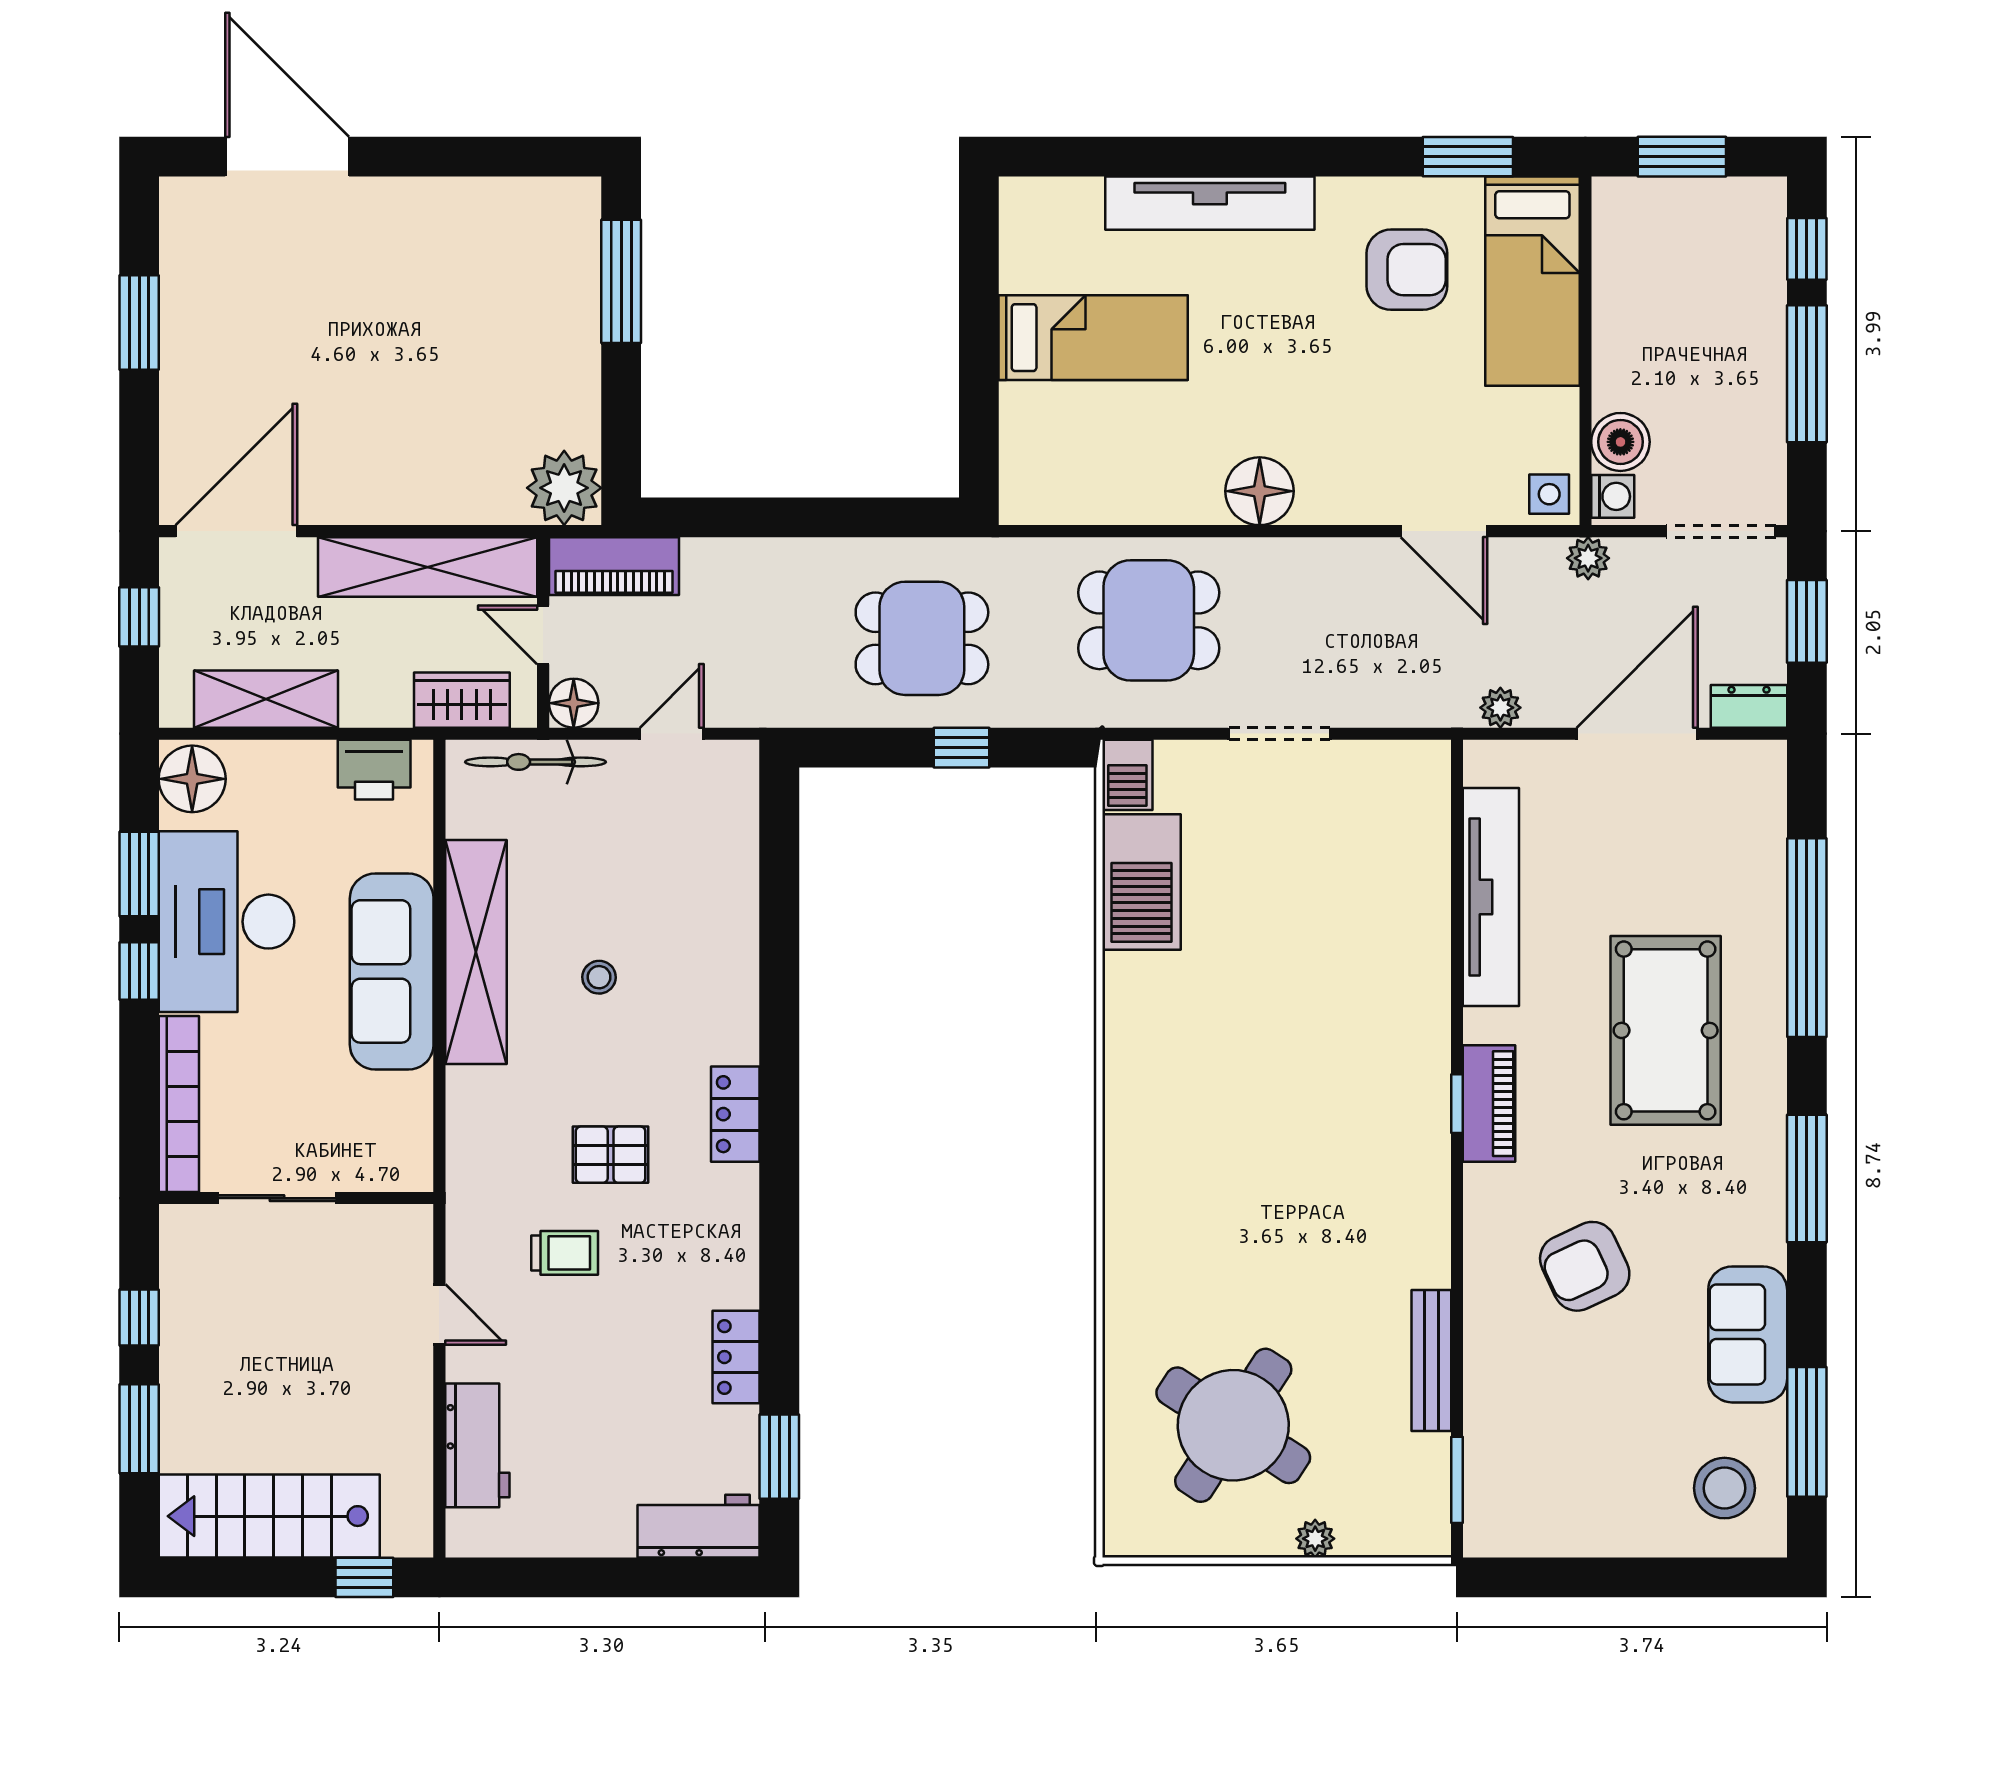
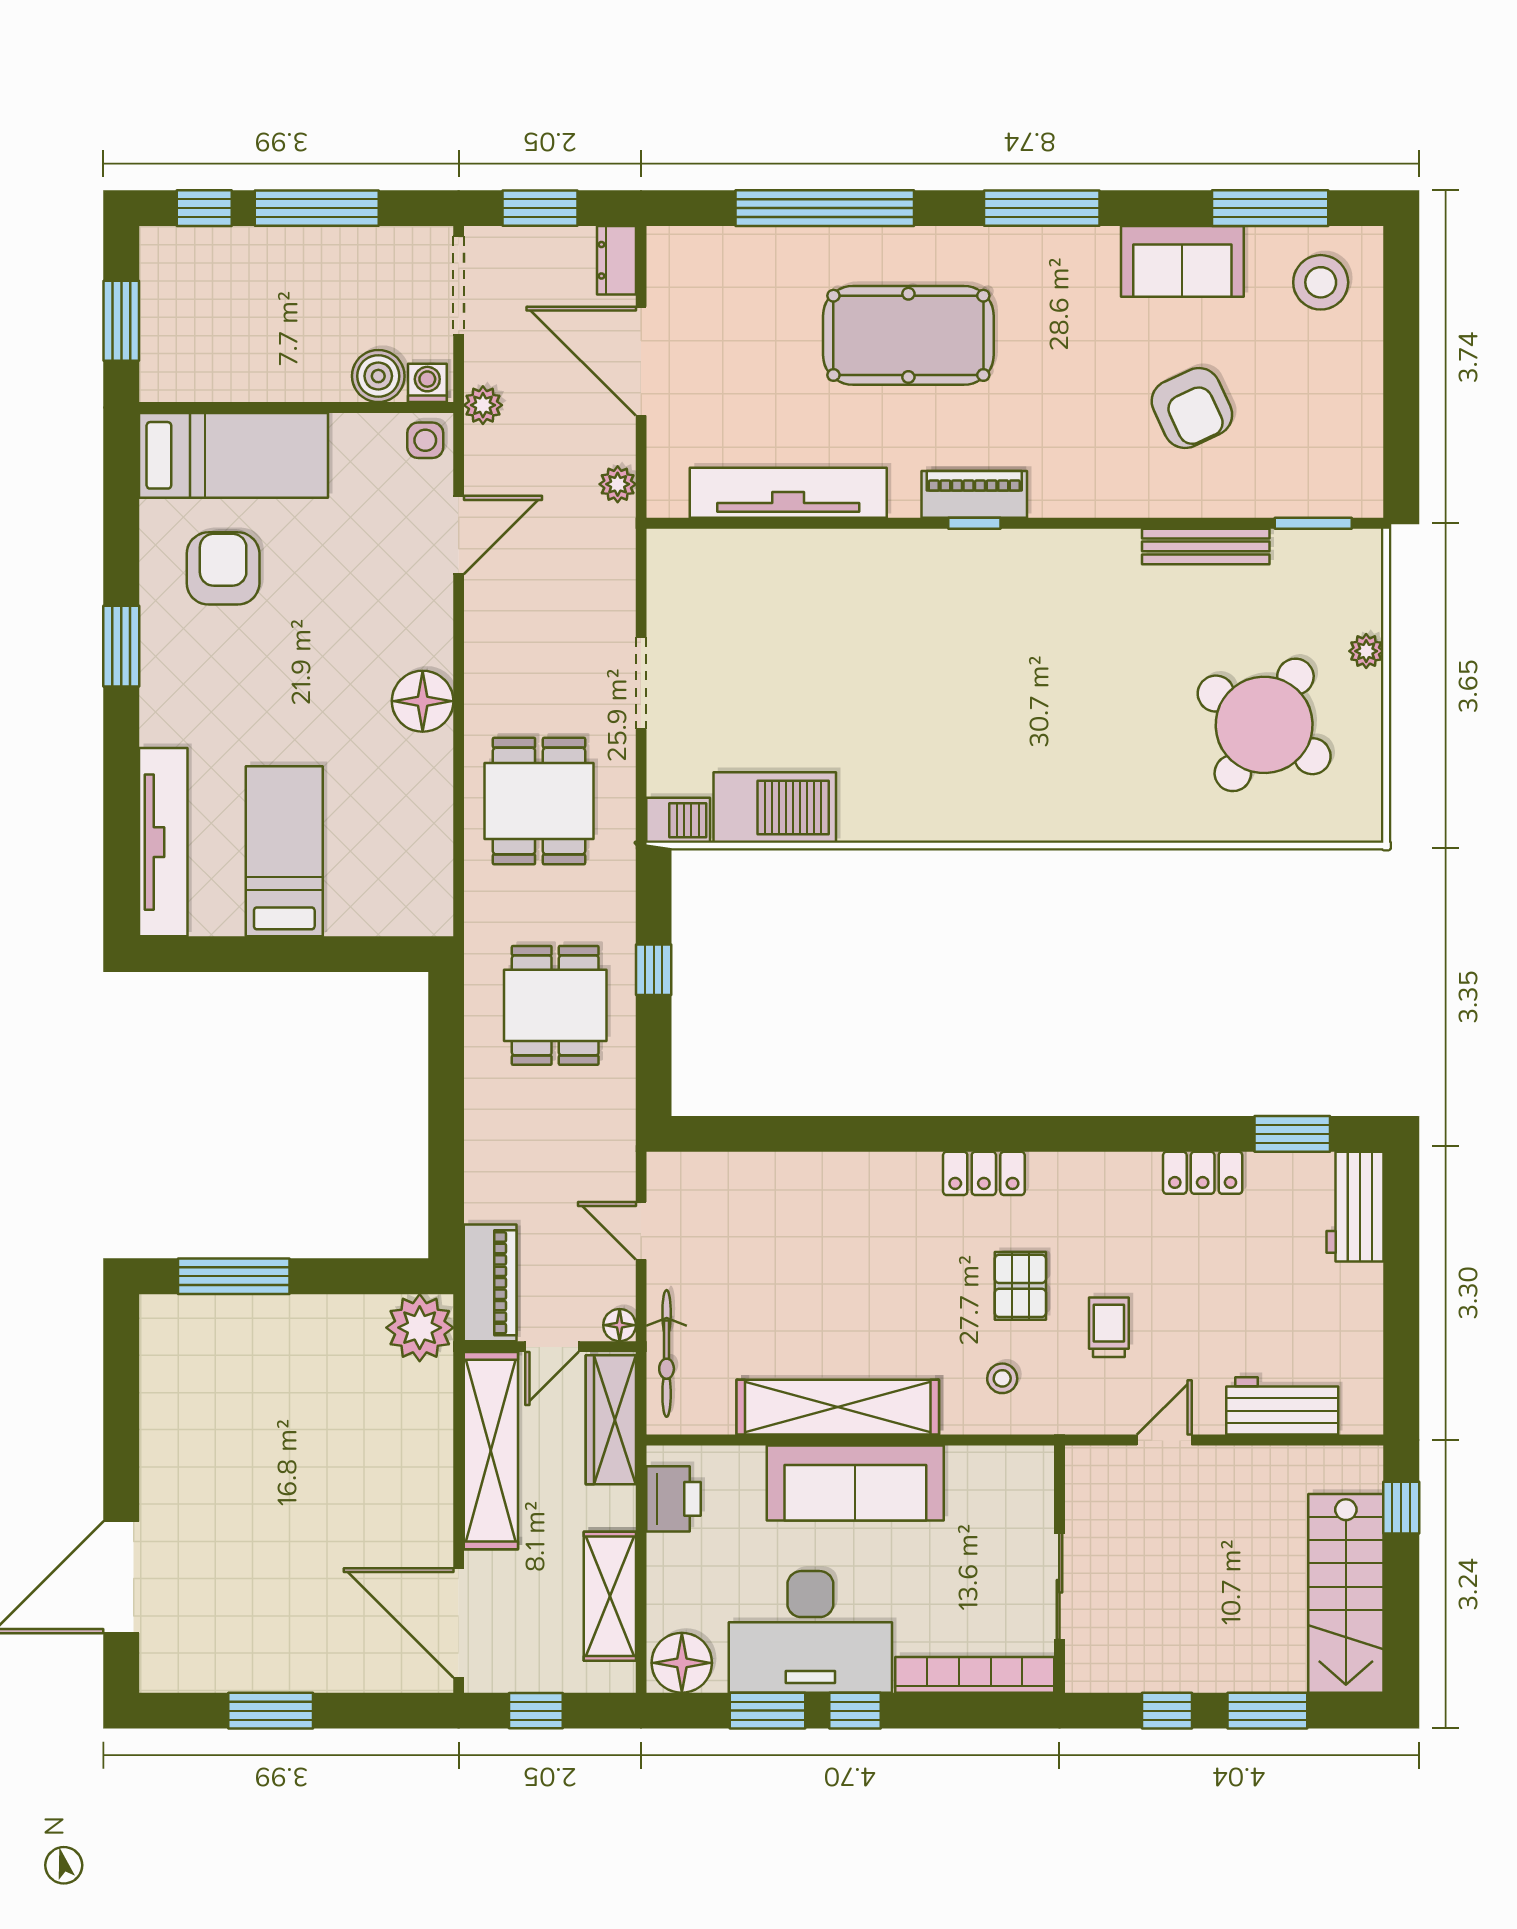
window: (1468, 157) -> (121, 646), moved
tv unit: (1210, 203) -> (163, 842), moved
wardrobe: (462, 700) -> (611, 1420), width x1.50
floor lamp: (574, 703) -> (620, 1325), width x0.73, depth x0.73
stool: (599, 977) -> (1002, 1378), moved
armchair: (1585, 1266) -> (1192, 408), moved

